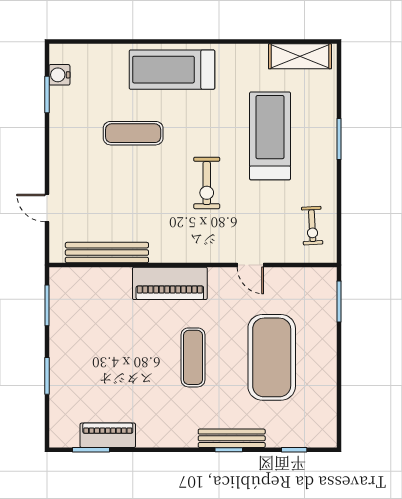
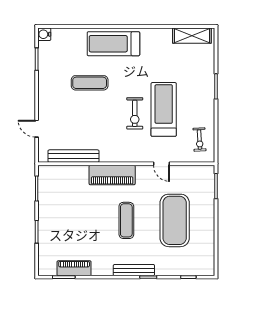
water cooler: (59, 75) -> (44, 34), moved
treadmill: (270, 136) -> (164, 109), moved
bench: (232, 438) -> (134, 270), moved

